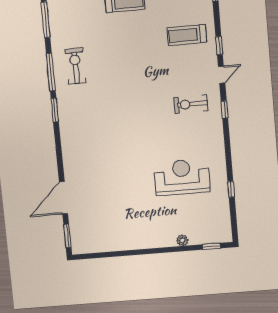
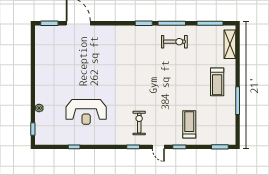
reception desk: (182, 177) -> (86, 112), turned 90

